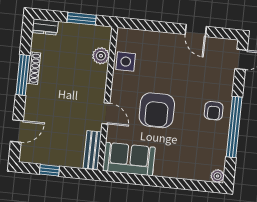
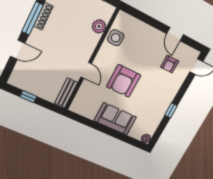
armchair: (214, 111) -> (170, 64), moved
window: (234, 127) -> (171, 110), width x0.32
door: (17, 131) -> (18, 50), moved
sofa: (129, 159) -> (115, 119), moved

